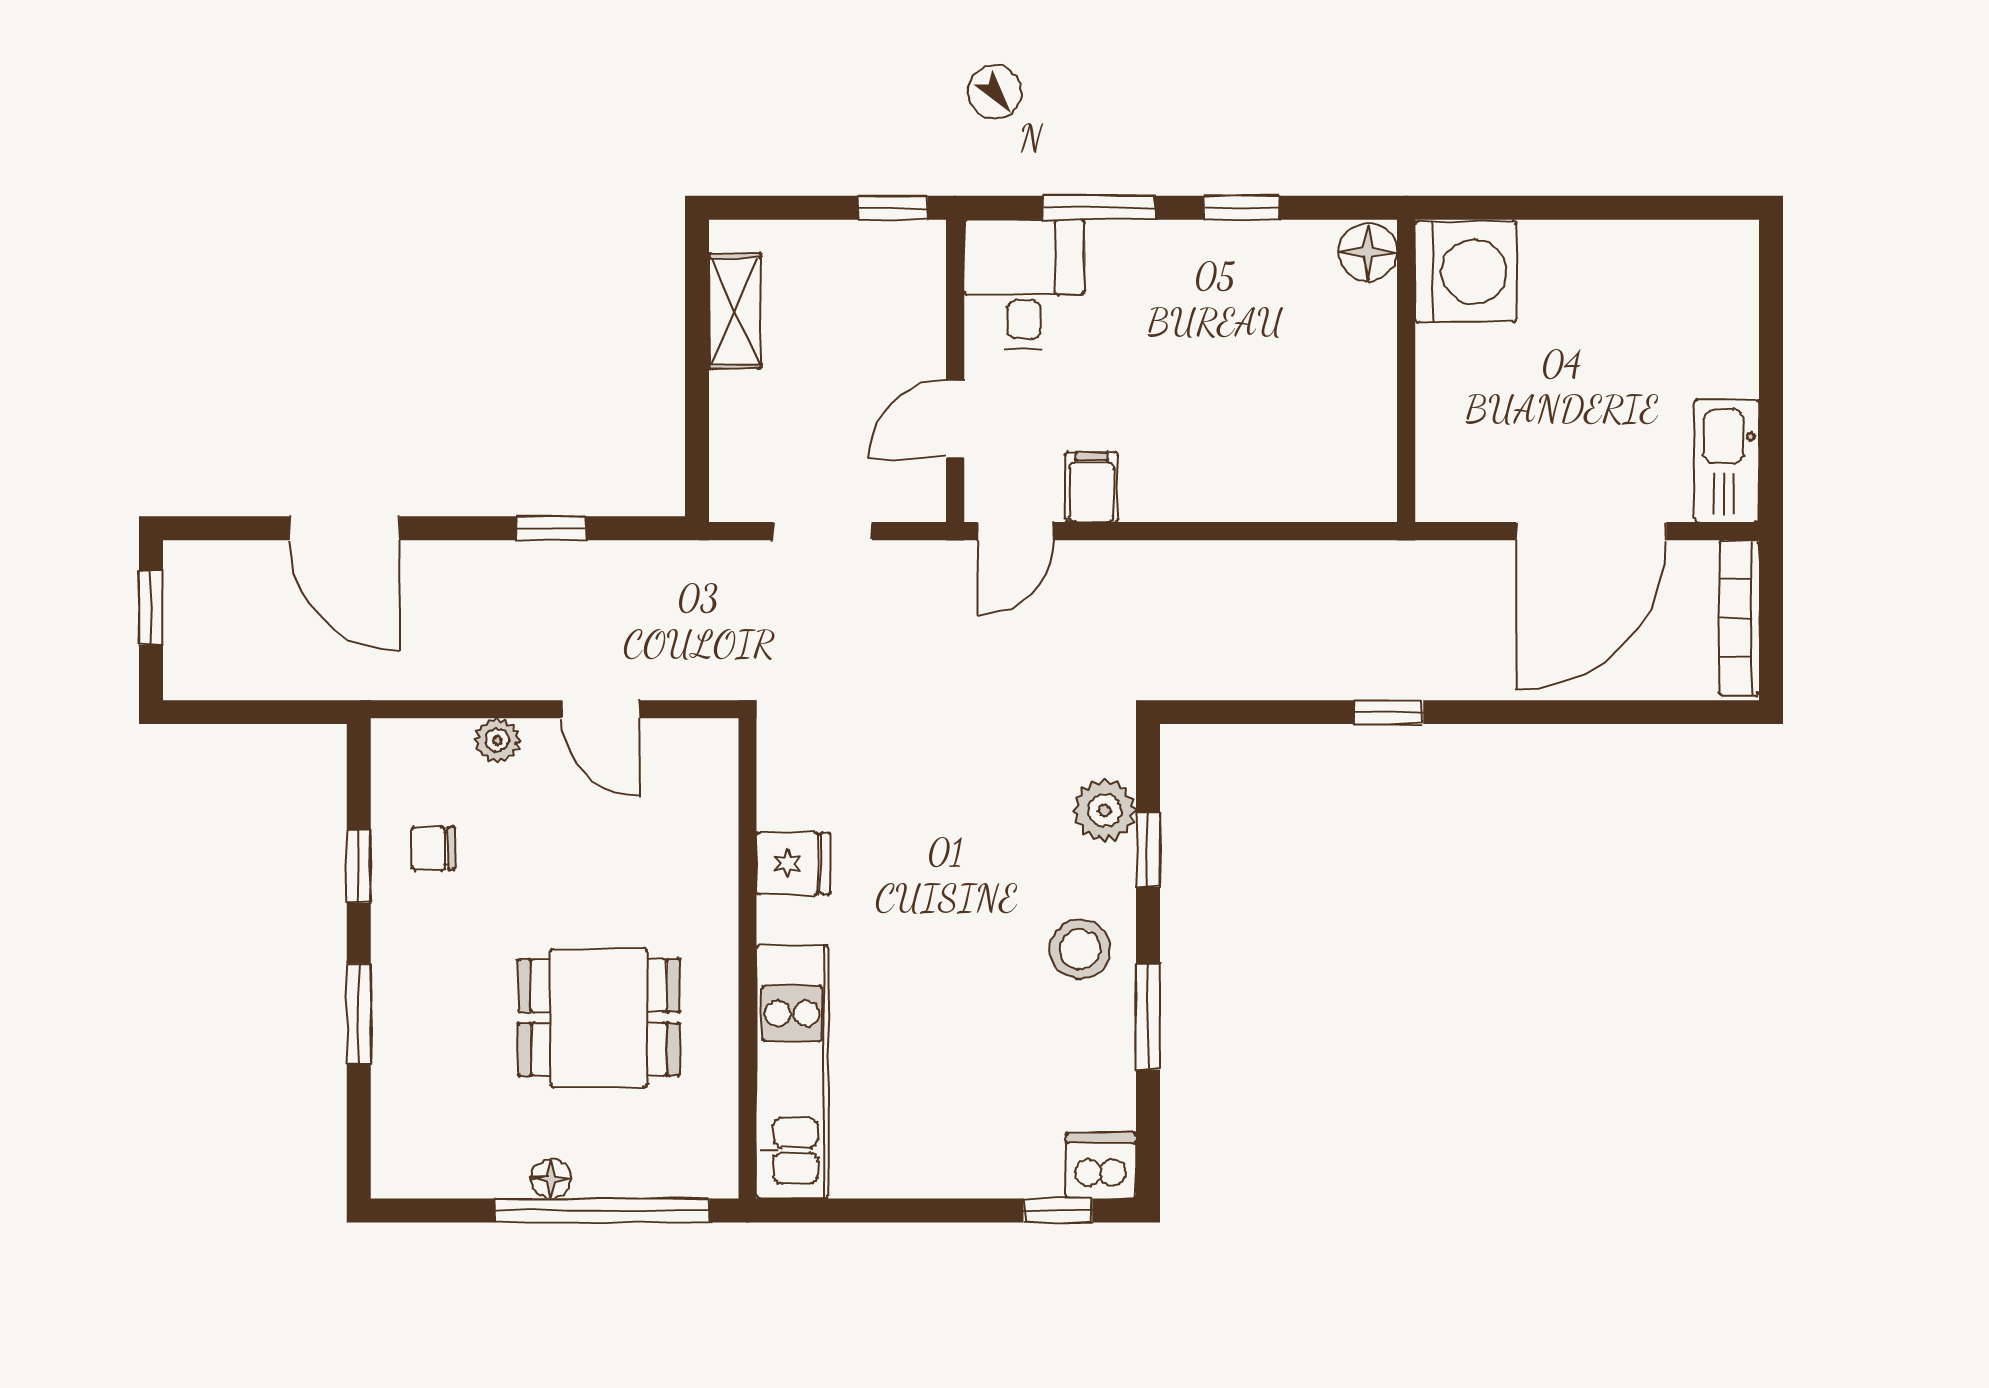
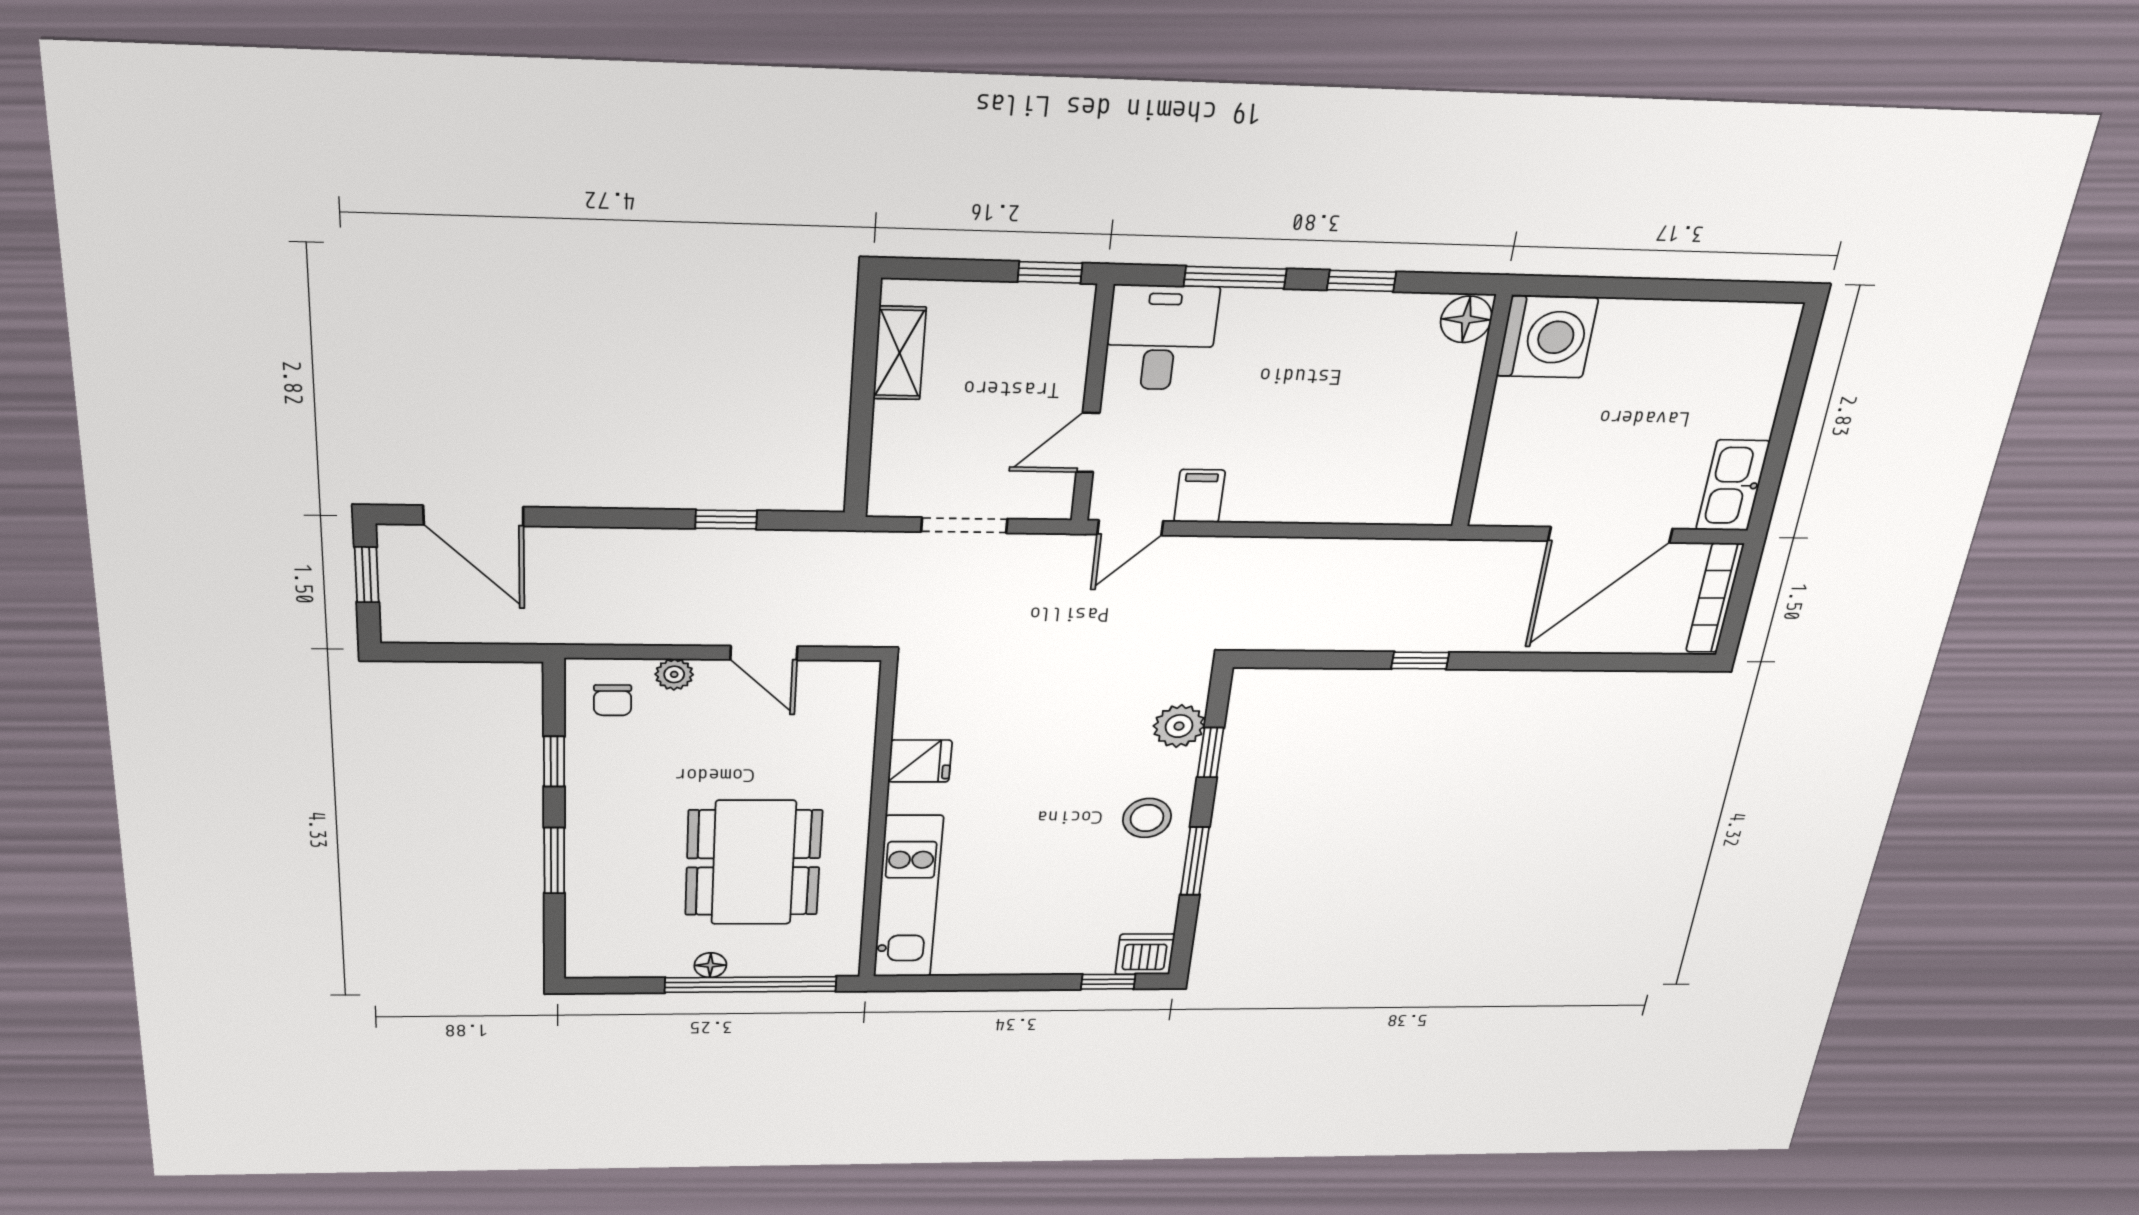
door: (344, 528) -> (473, 516), moved
chair: (433, 848) -> (613, 700), moved, turned -90
dining table: (599, 1018) -> (753, 863), width x1.38

